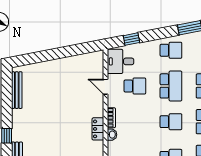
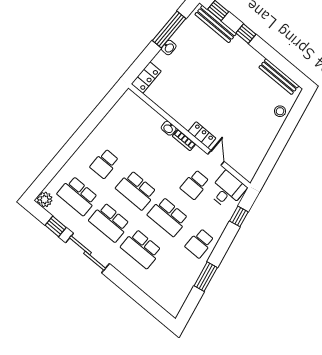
stool: (39, 70) -> (280, 111), added
door: (105, 87) -> (216, 158), hinge flipped
school desk: (171, 122) -> (136, 190), width x1.85
locker: (98, 129) -> (202, 135), moved

